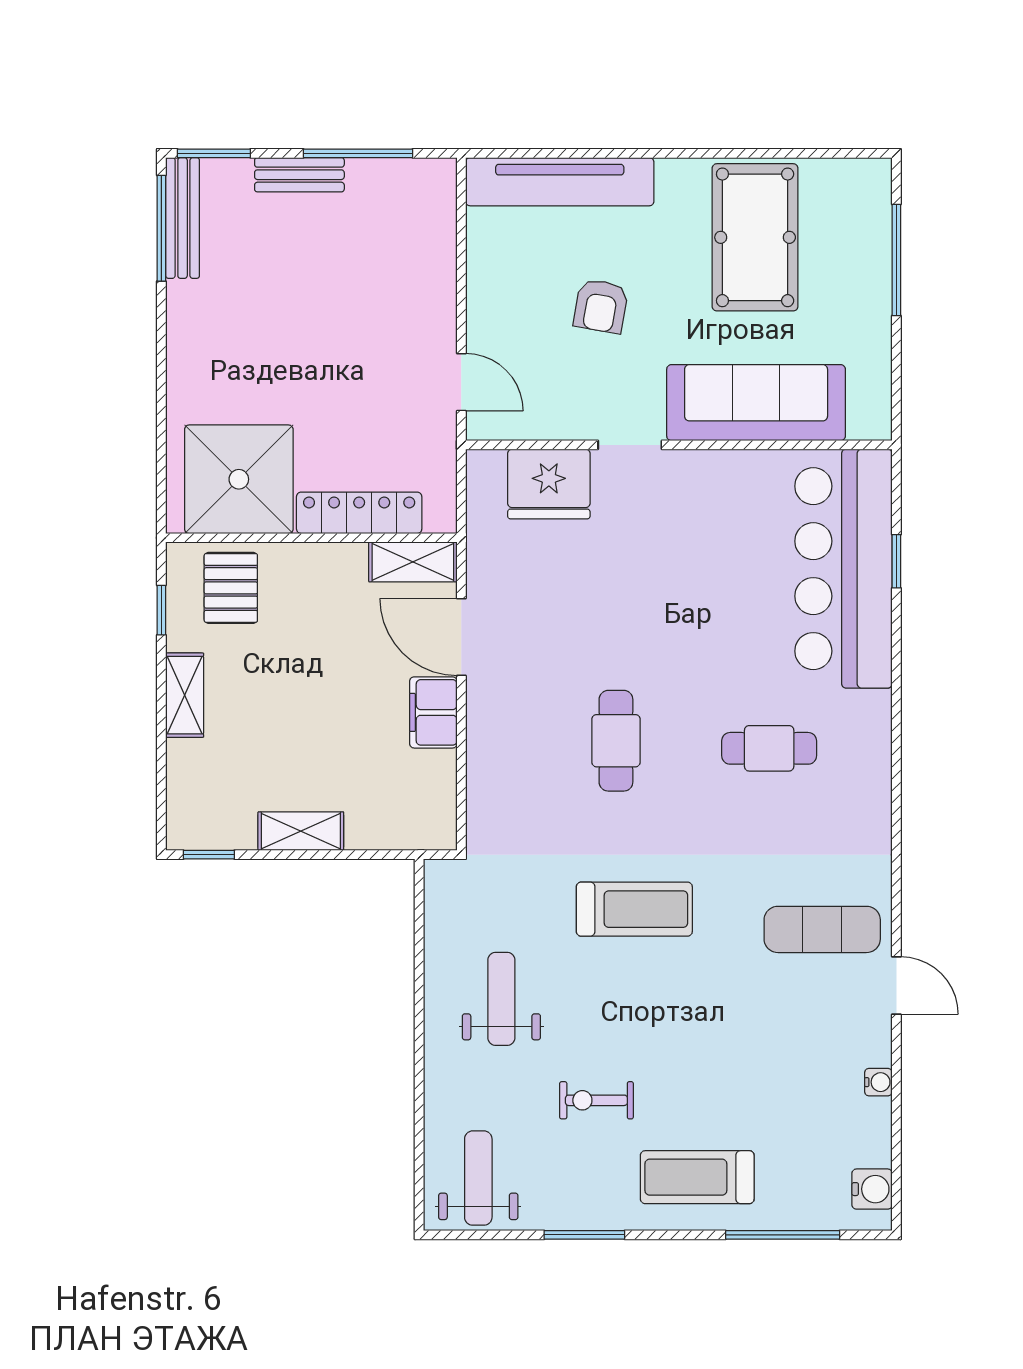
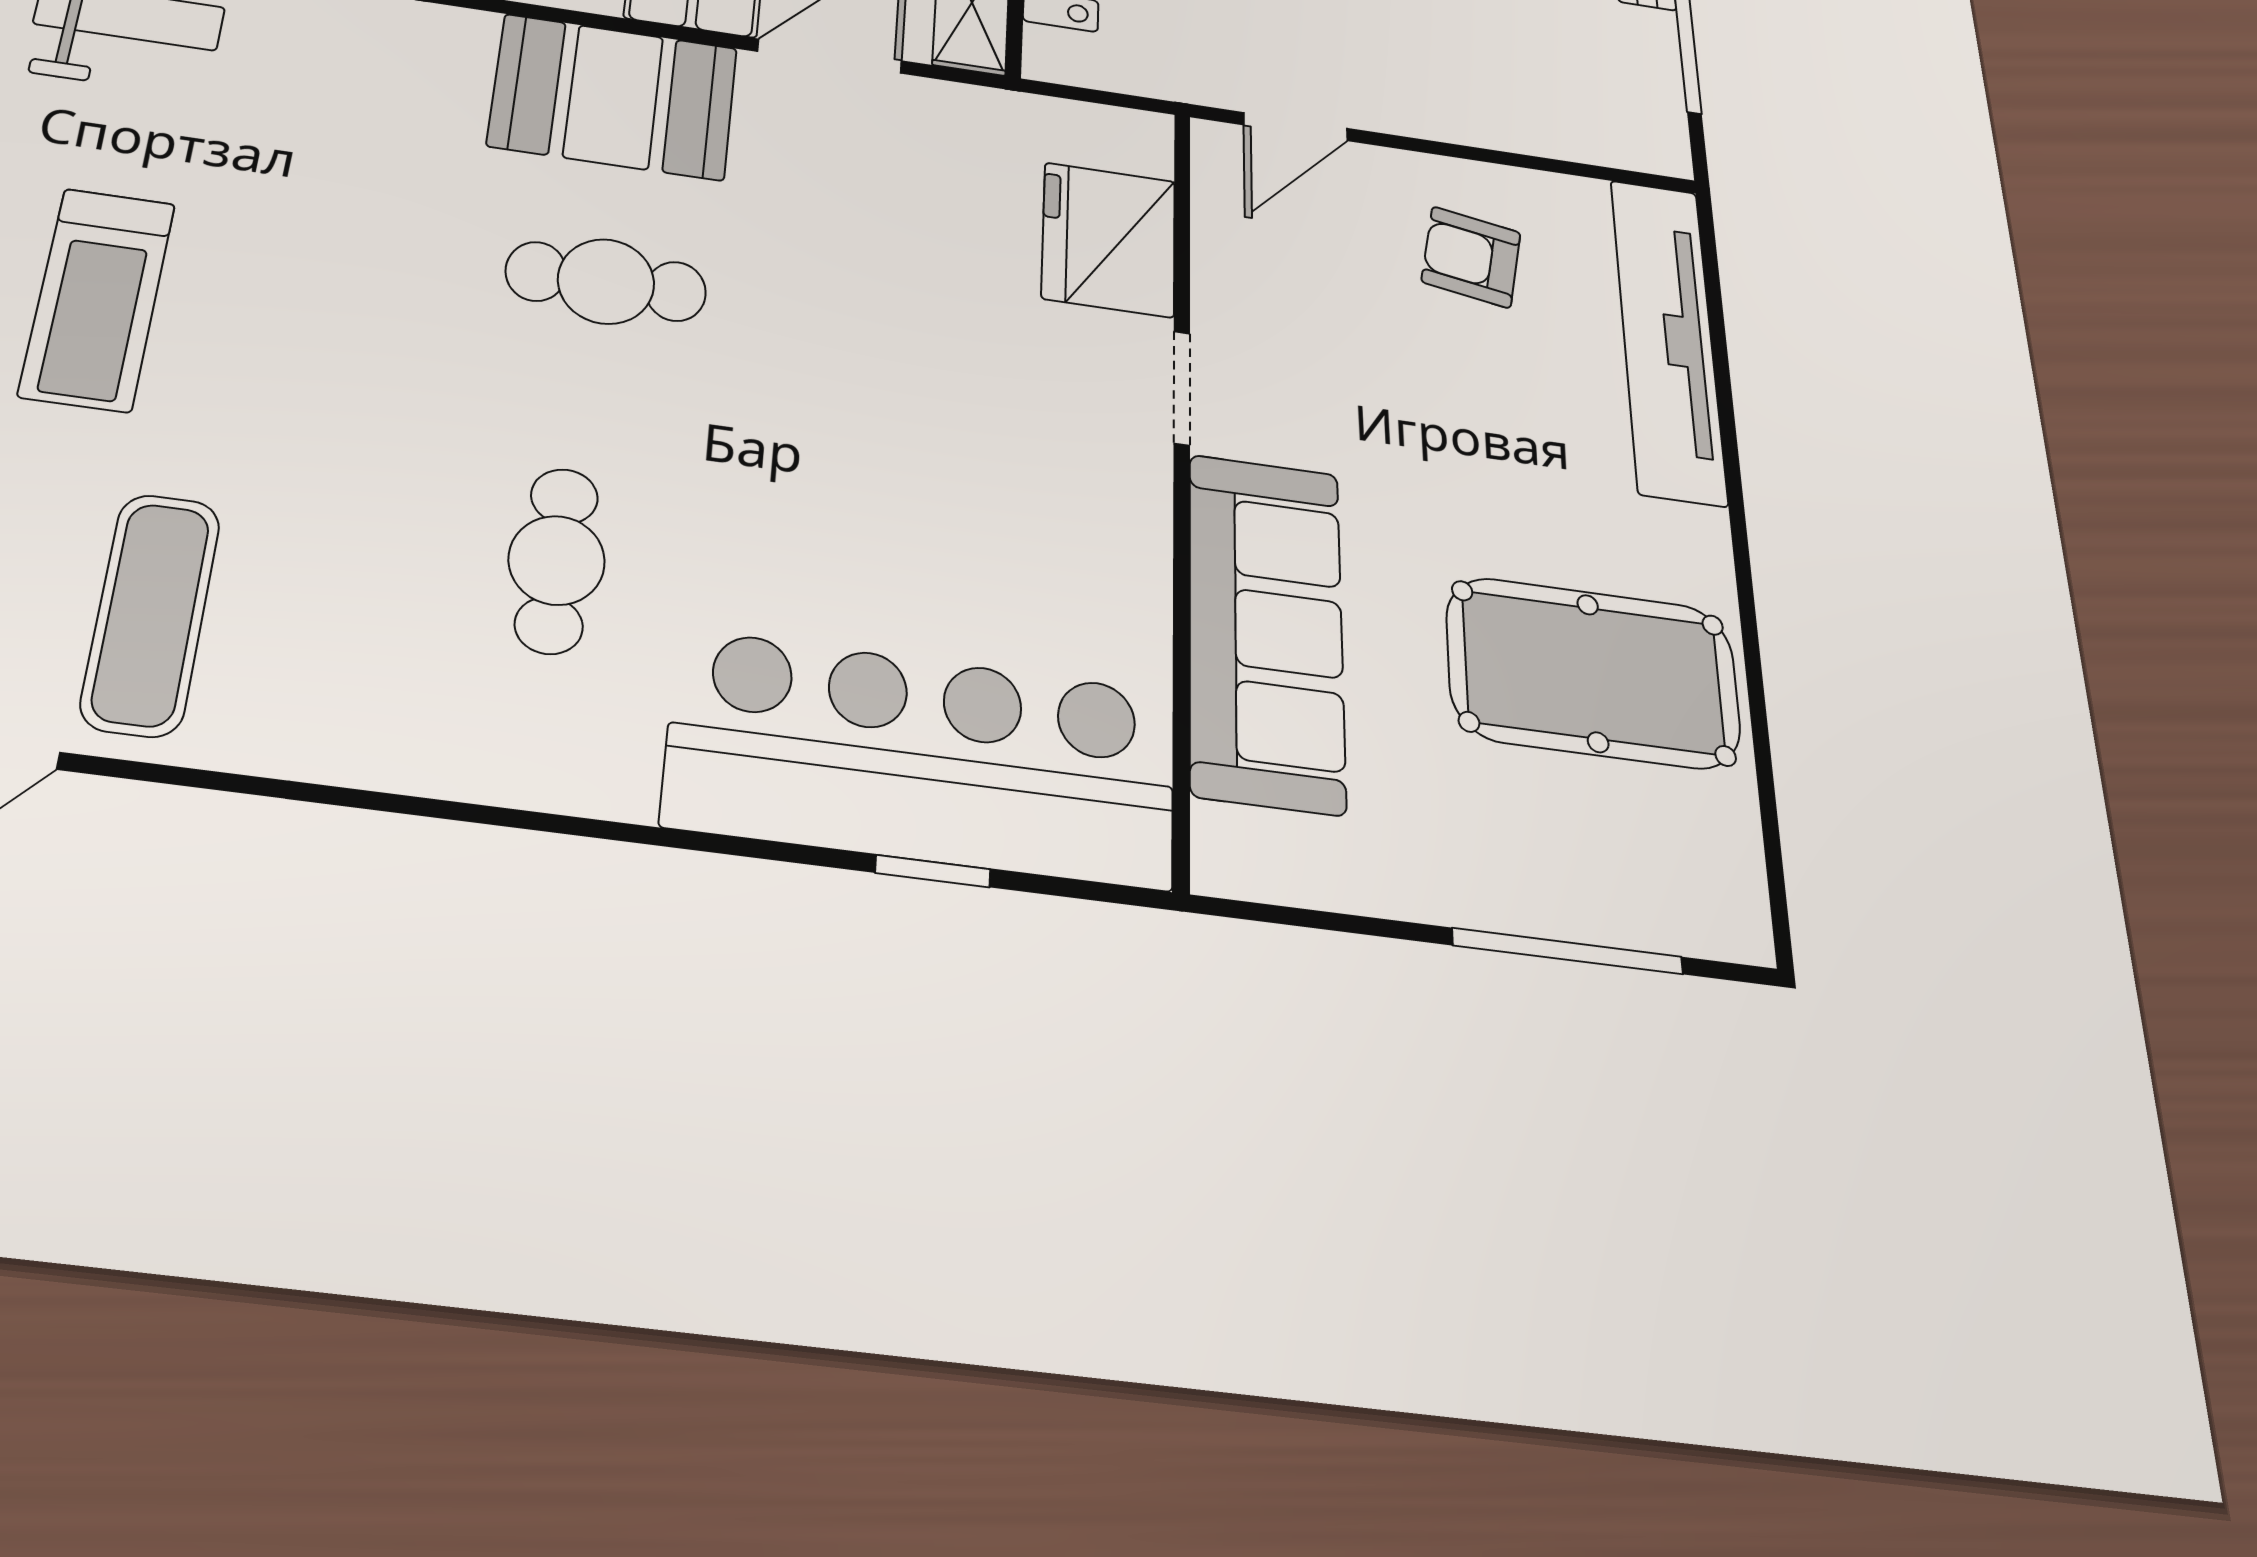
armchair: (601, 306) -> (1471, 257), moved
booth: (507, 748) -> (613, 97), added
treadmill: (634, 909) -> (97, 299), moved

